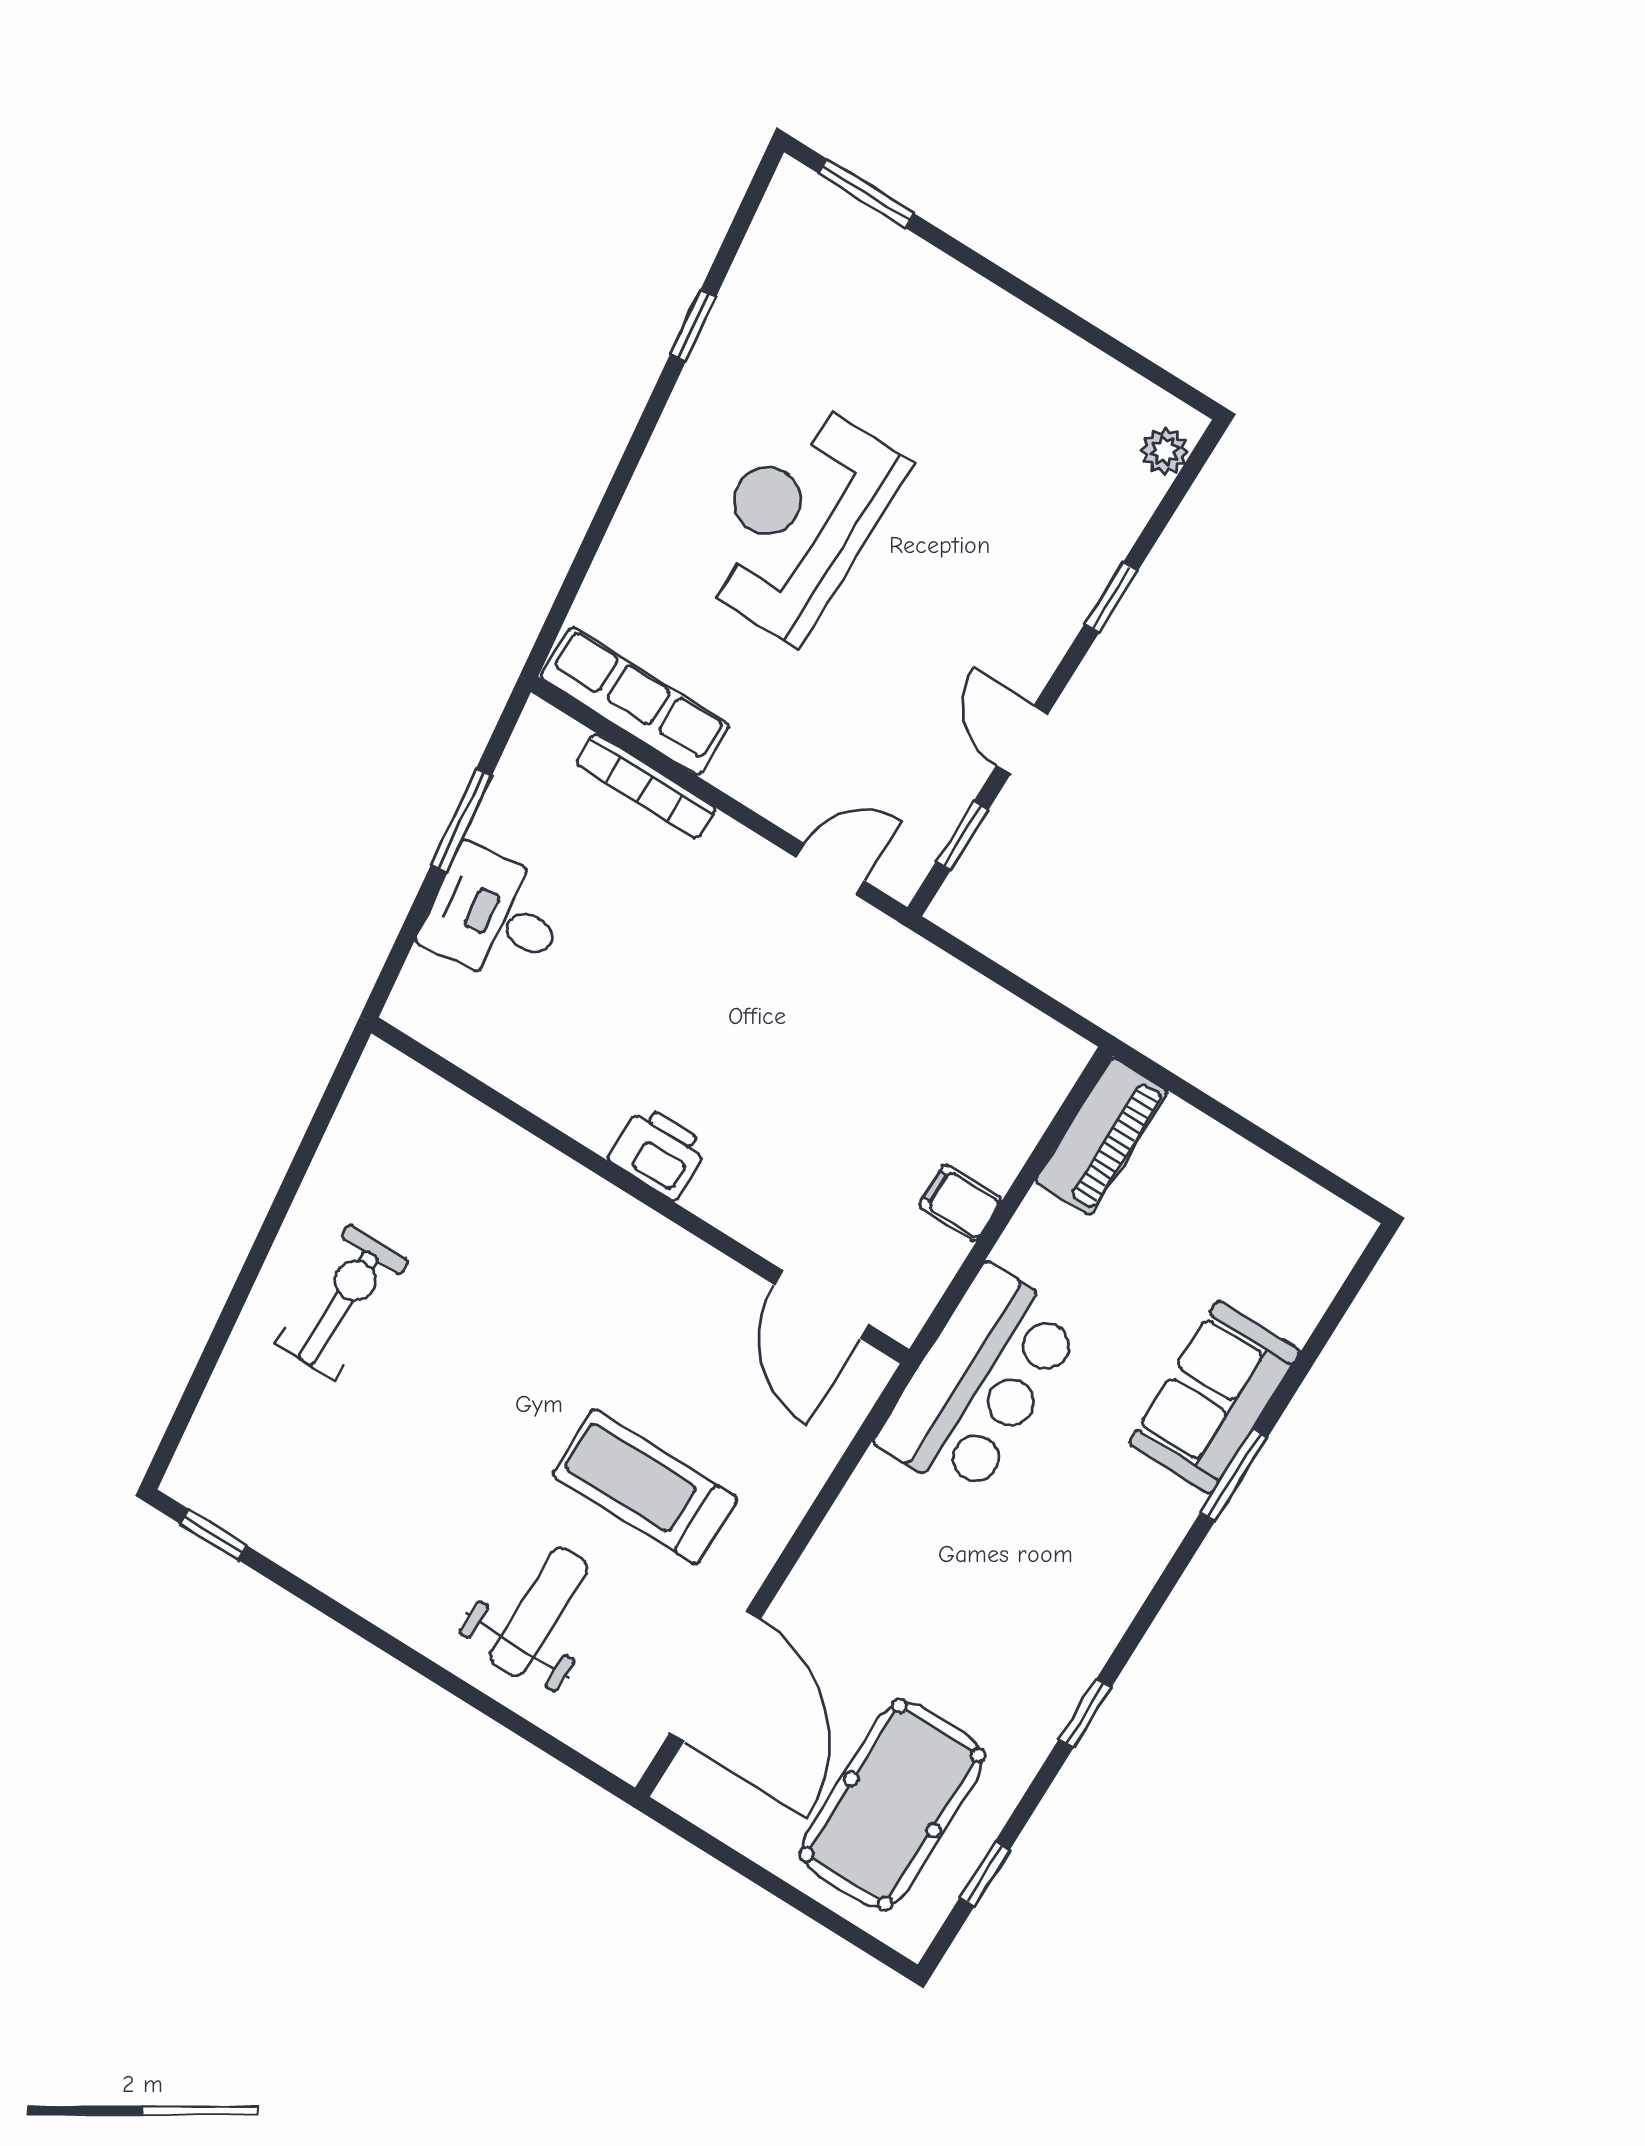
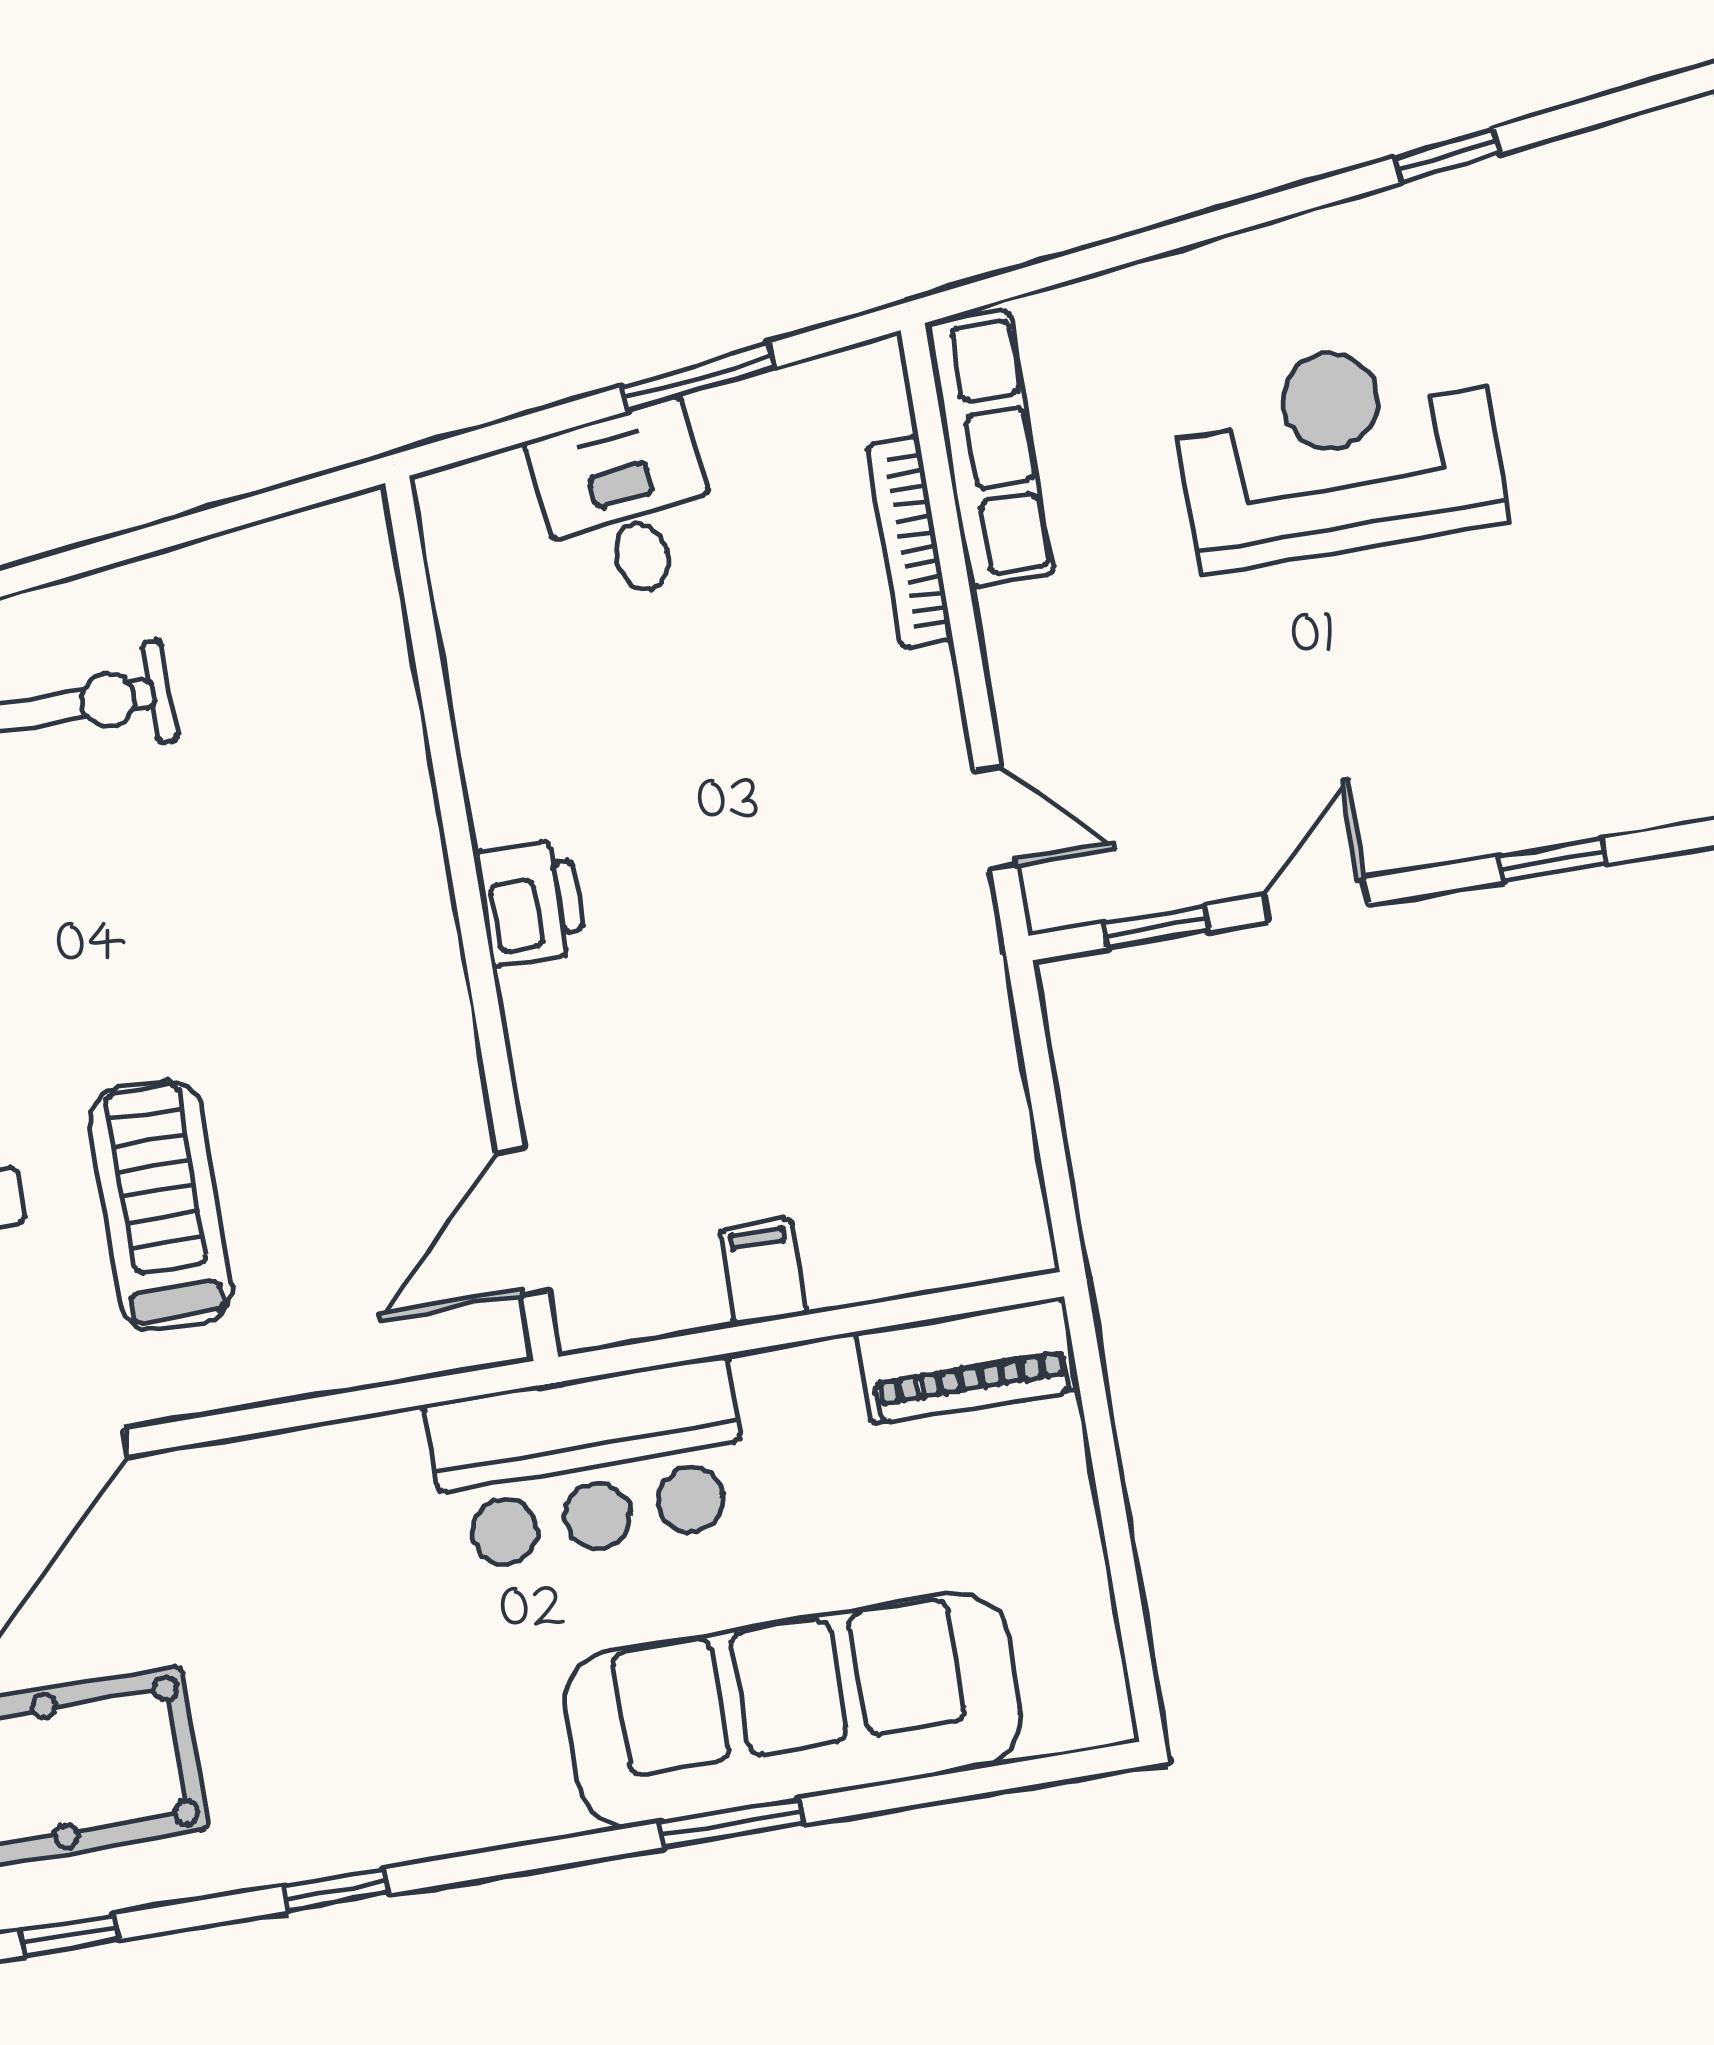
sofa: (1214, 1397) -> (793, 1710), width x1.85, depth x1.27

